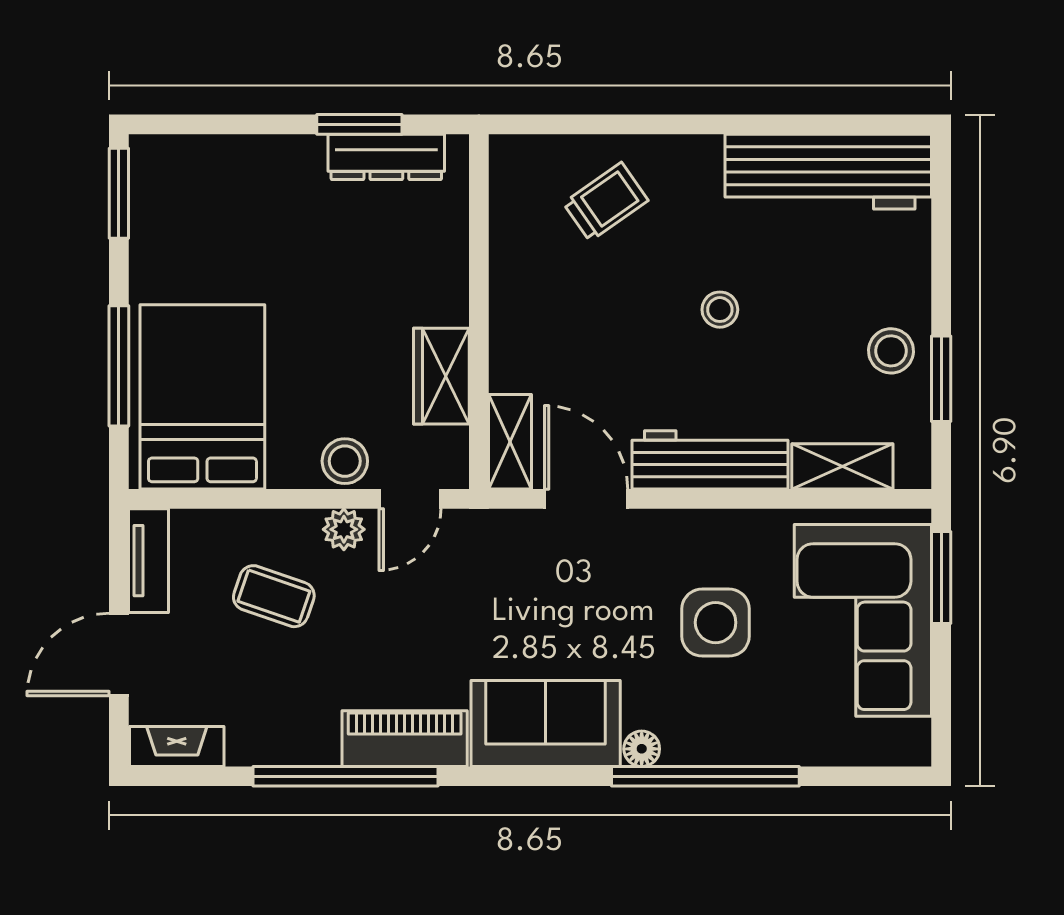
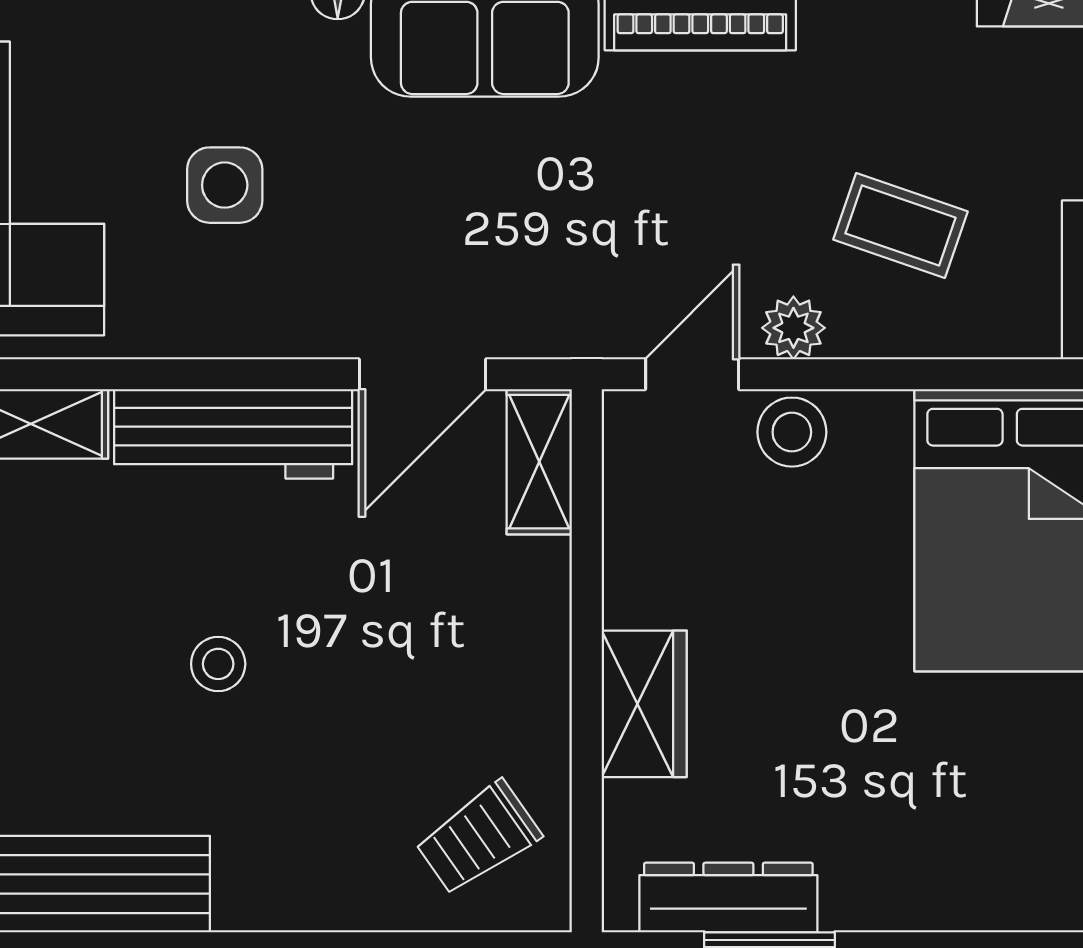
trolley: (606, 202) -> (478, 838), moved
wardrobe: (441, 376) -> (644, 704), moved
door: (586, 499) -> (423, 374), hinge flipped
side table: (716, 623) -> (225, 185), width x0.73, depth x0.73

